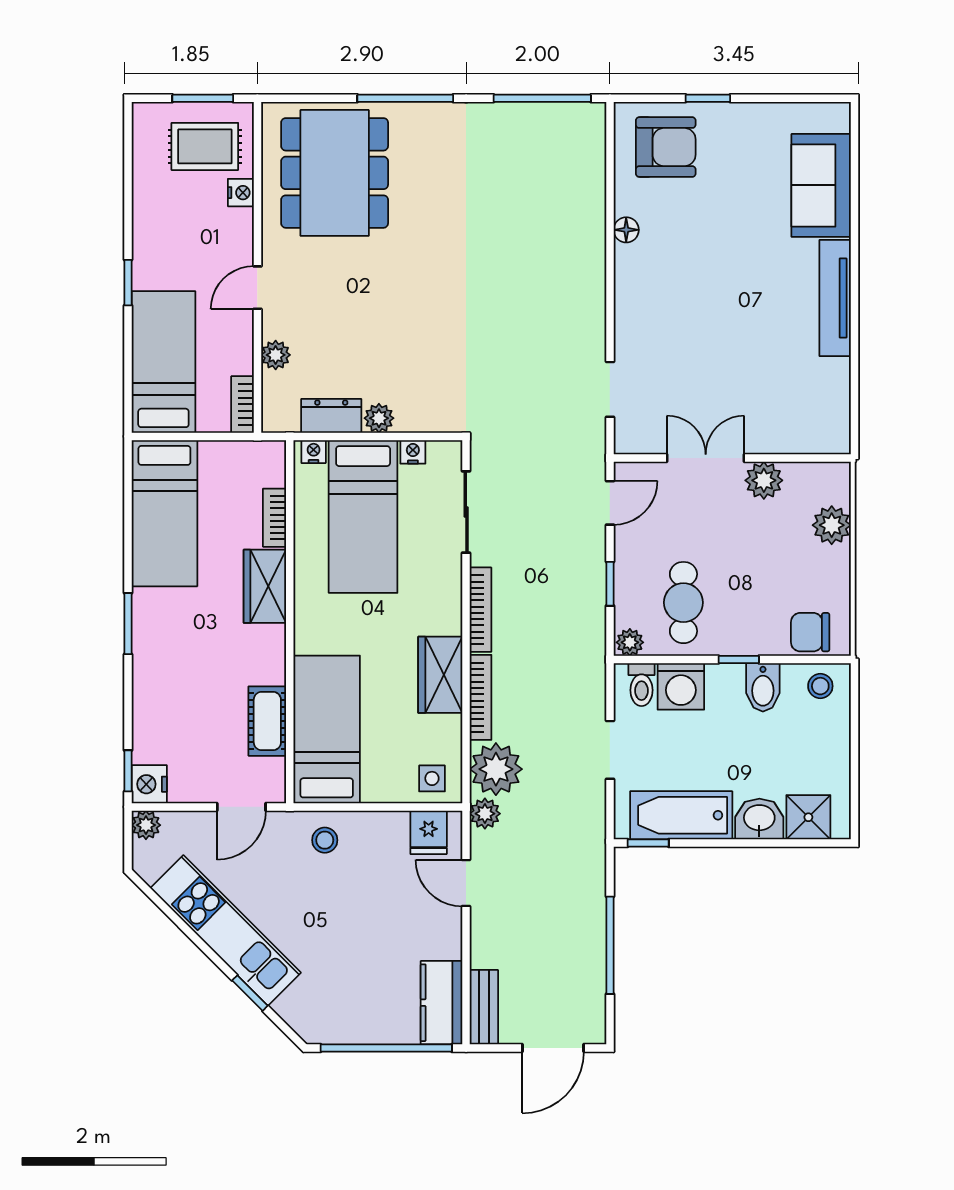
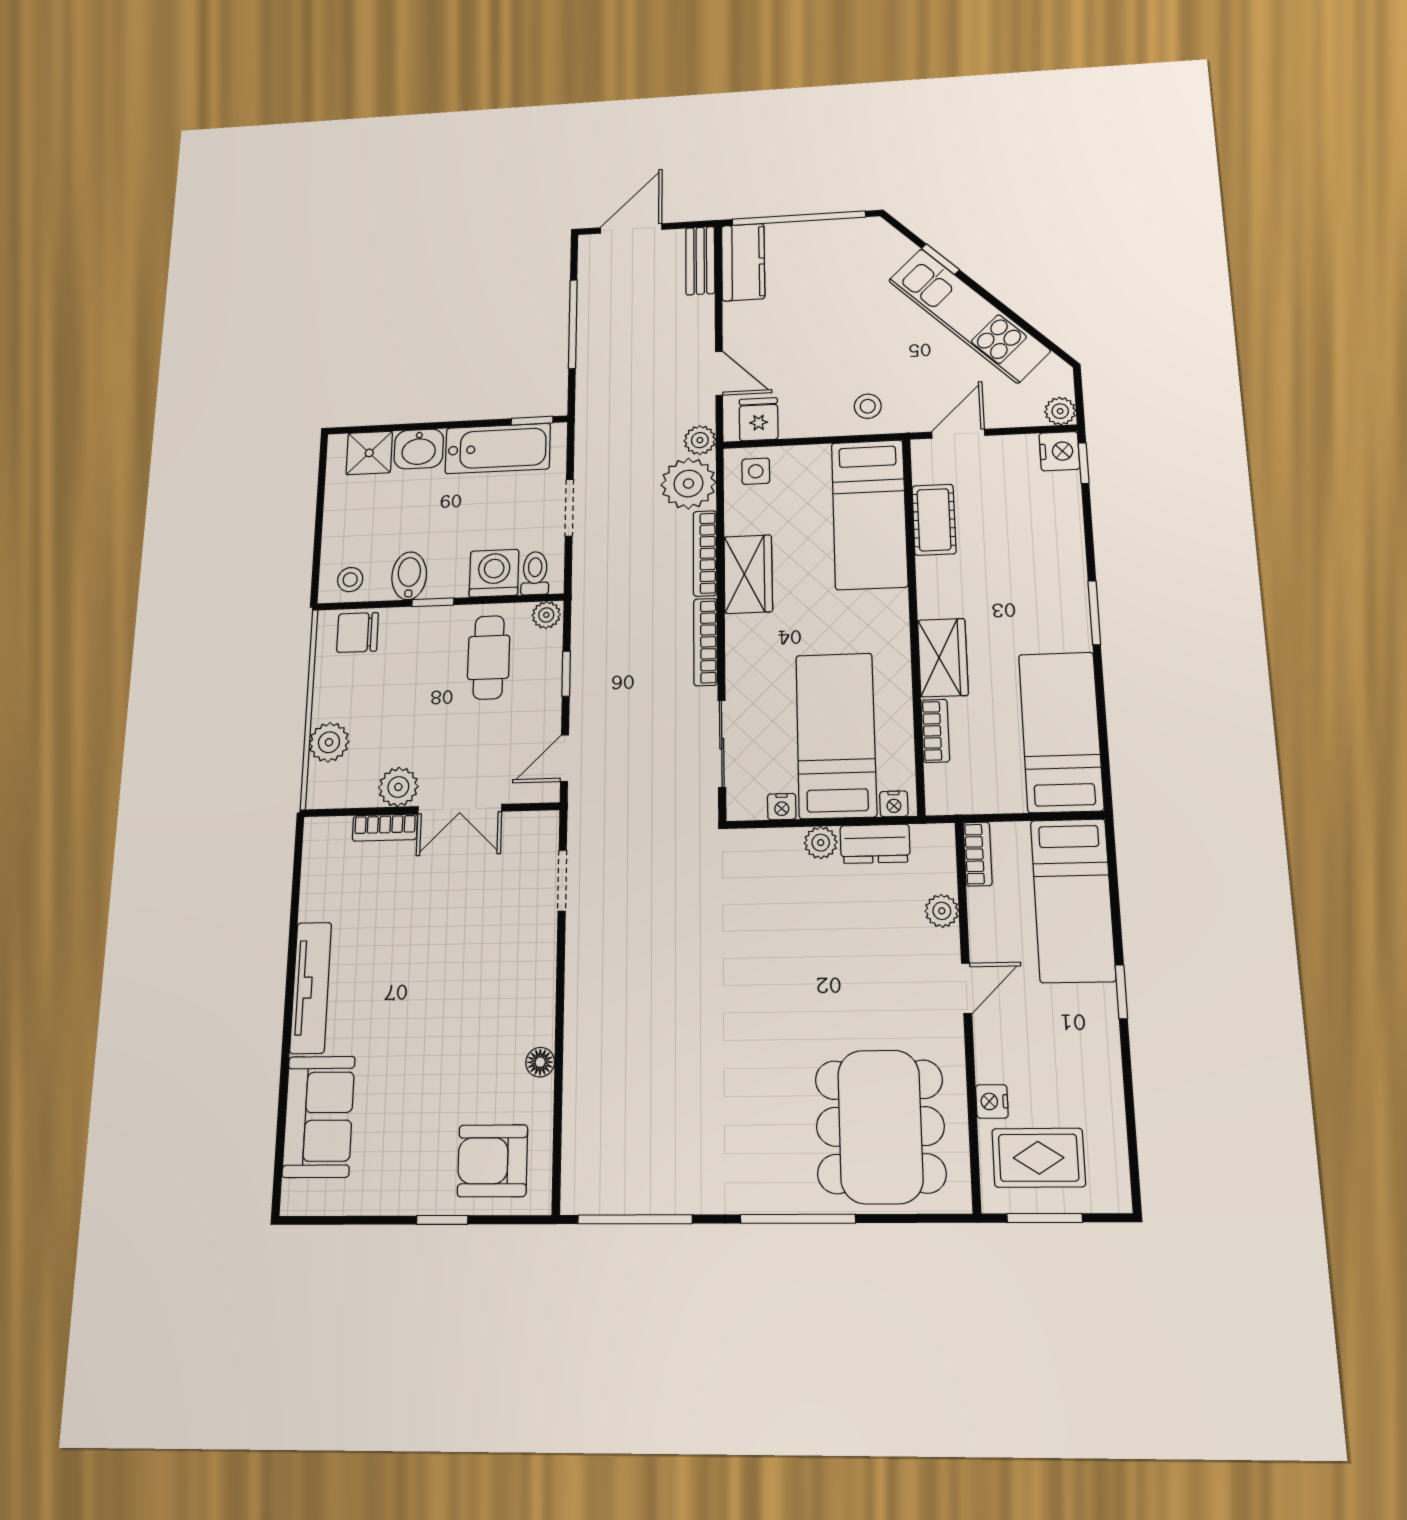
bookcase: (775, 442) -> (385, 828), added
chair: (810, 632) -> (358, 632), turned 180

